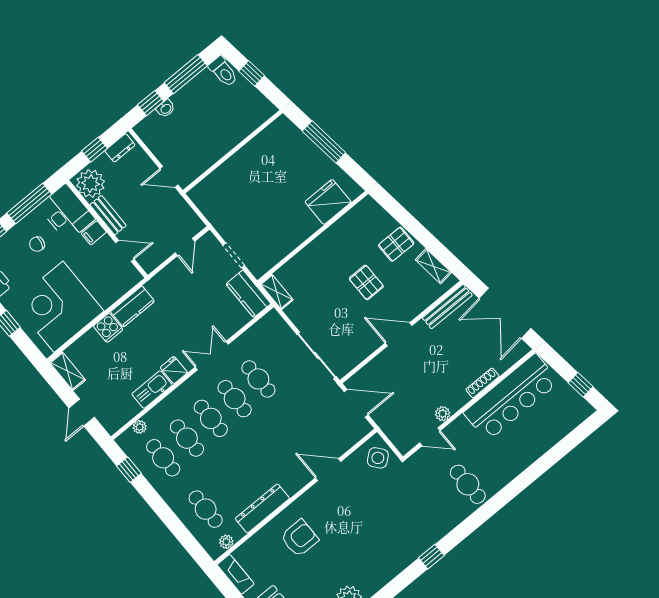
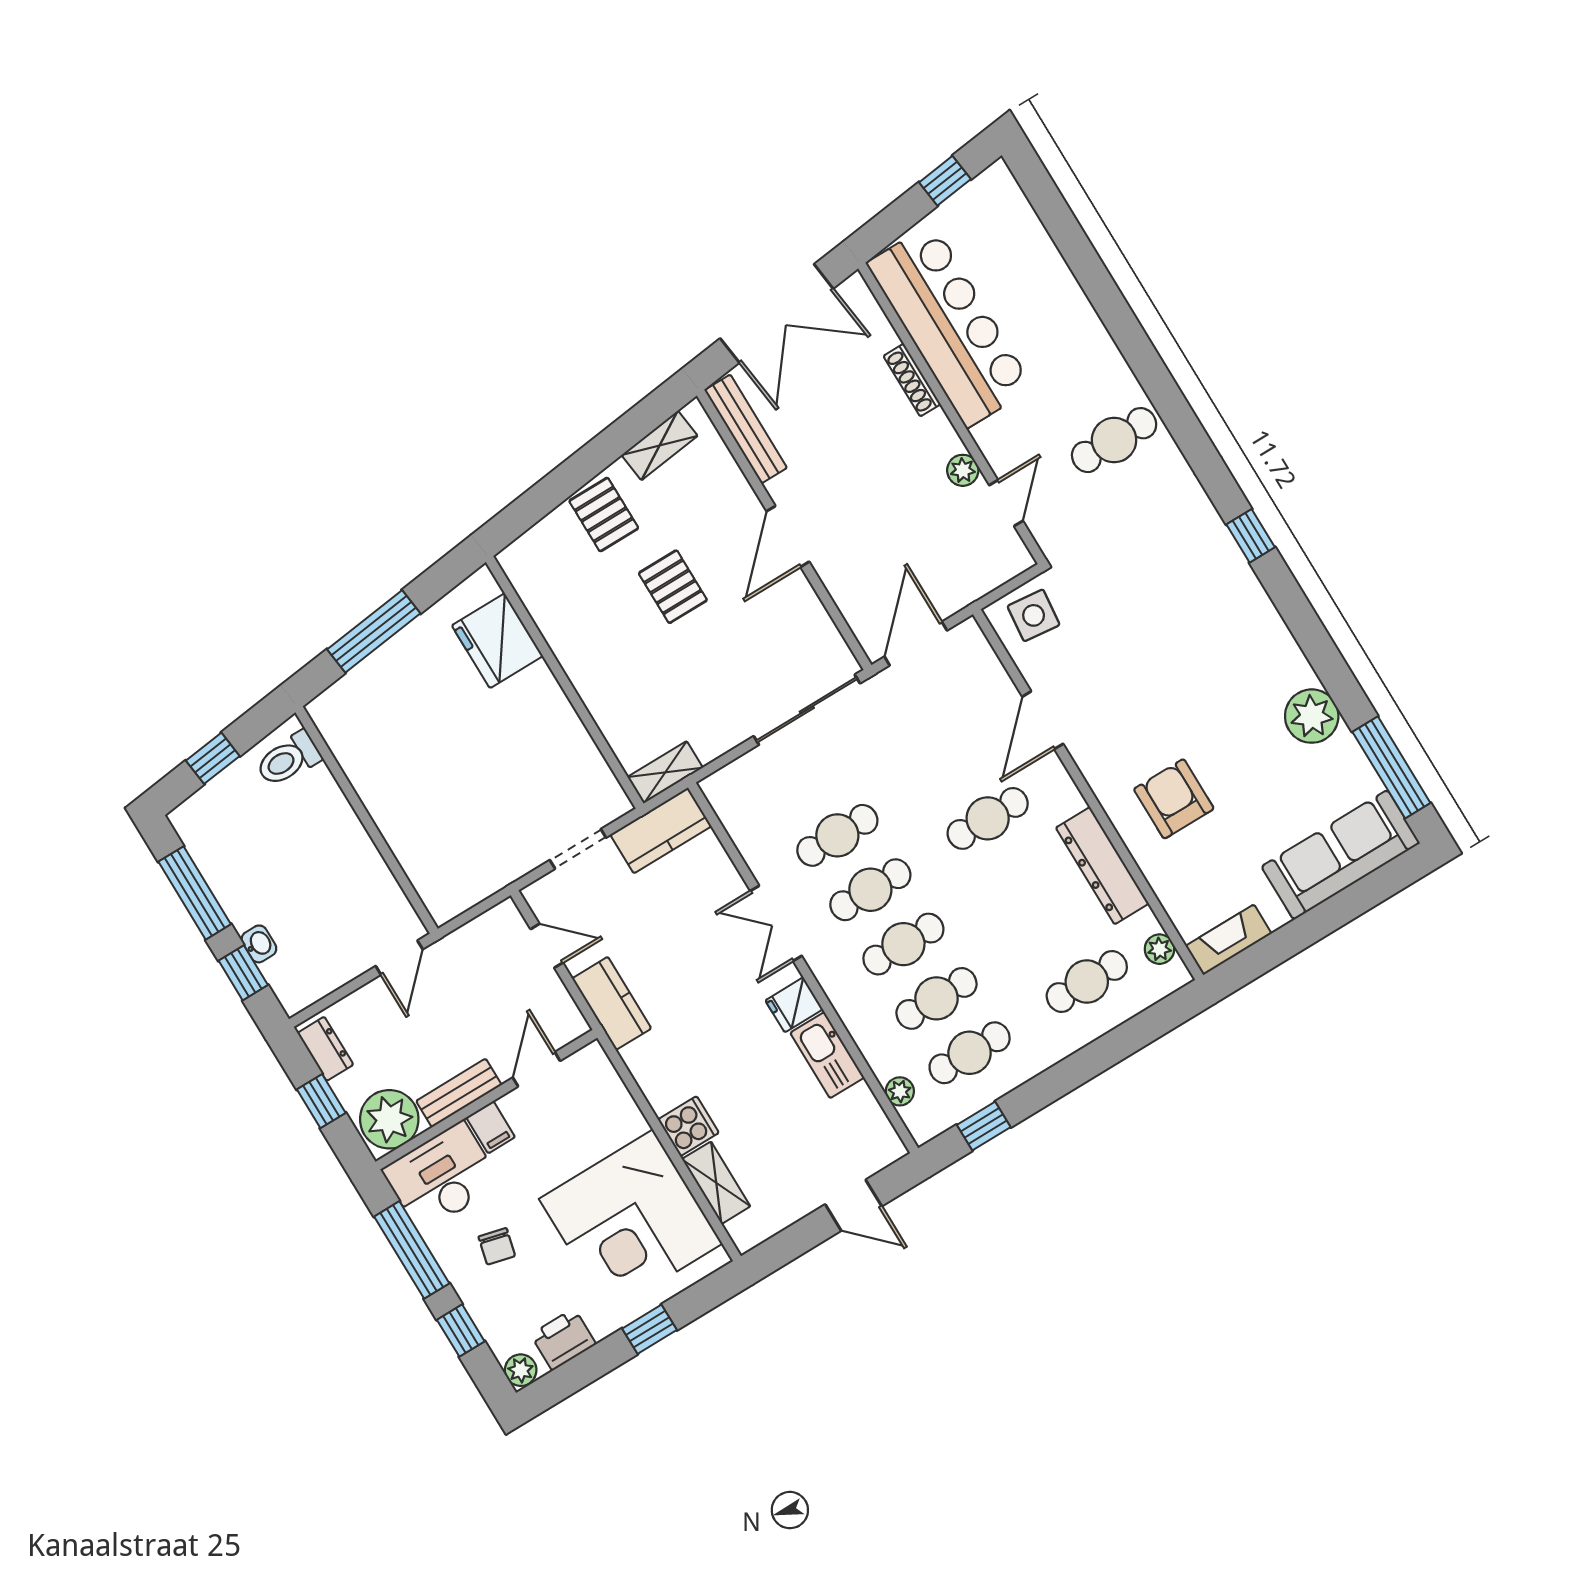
toilet: (223, 72) -> (288, 759), moved, turned 180
pallet: (366, 282) -> (673, 587), turned 90
kitchen counter: (133, 306) -> (612, 1003), moved
shelving: (67, 371) -> (716, 1183), moved, turned 90
cafe table: (277, 450) -> (988, 818), added
side table: (378, 458) -> (1034, 615), turned 45

